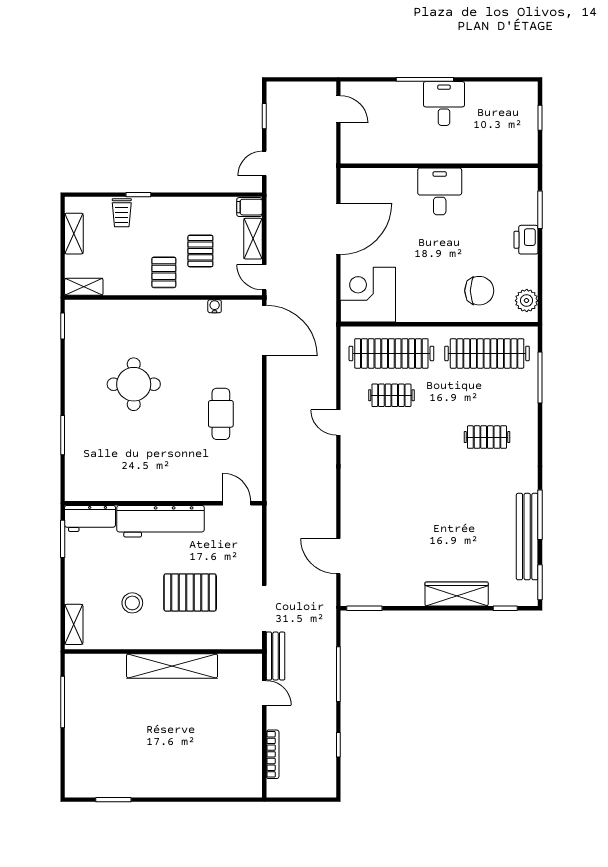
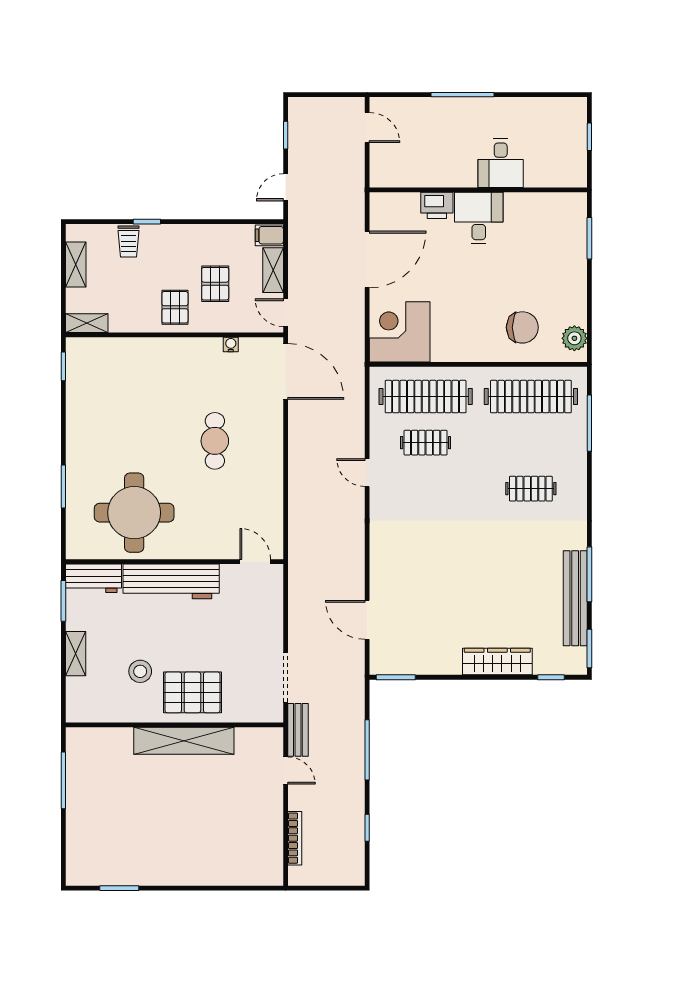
desk: (444, 103) -> (501, 163), moved, turned 180
printer: (526, 240) -> (437, 205), moved, turned -90
round table: (134, 384) -> (134, 513), moved, width x1.36, depth x1.36
cafe table: (221, 414) -> (215, 441), moved
pallet: (190, 592) -> (192, 692), moved
shelving: (74, 624) -> (76, 654), moved

